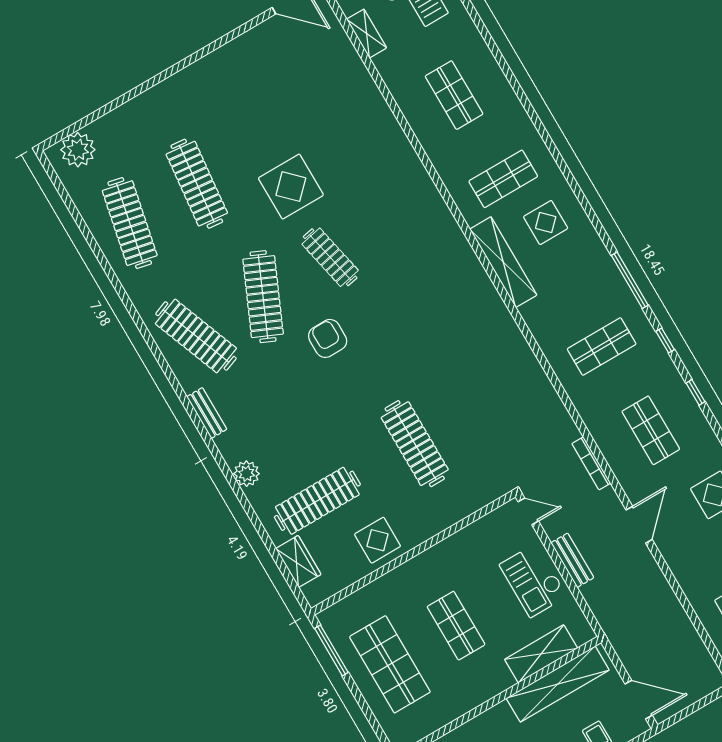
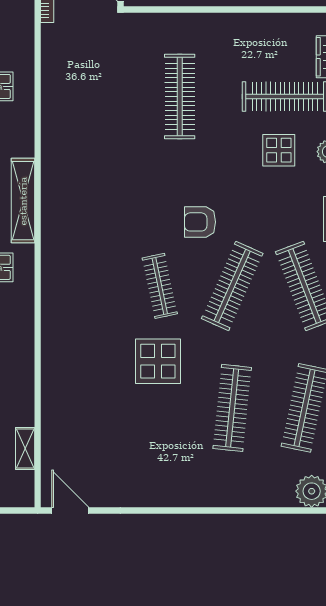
armchair: (328, 338) -> (200, 222), turned 90
display table: (378, 540) -> (279, 150), moved

